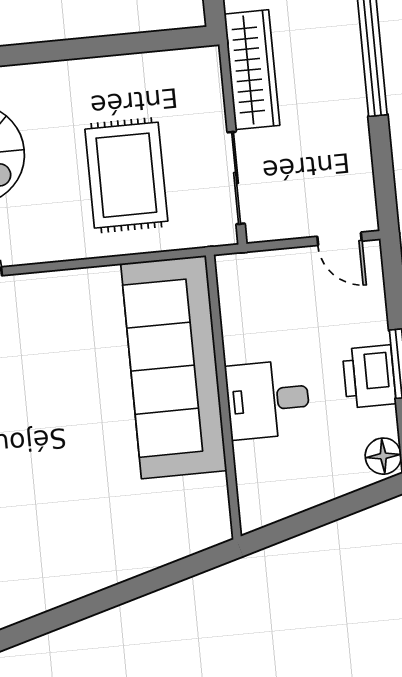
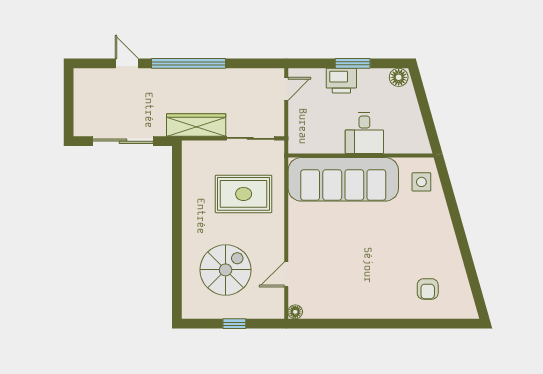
printer: (369, 377) -> (341, 81), moved
side table: (183, 520) -> (421, 182), added

